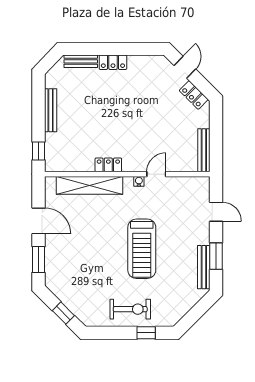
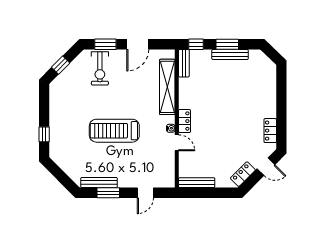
bench: (81, 61) -> (184, 63), moved
locker: (113, 62) -> (270, 131), moved
window: (38, 114) -> (227, 44), added
locker: (108, 165) -> (184, 121), moved
exercise bike: (130, 309) -> (100, 68), moved

